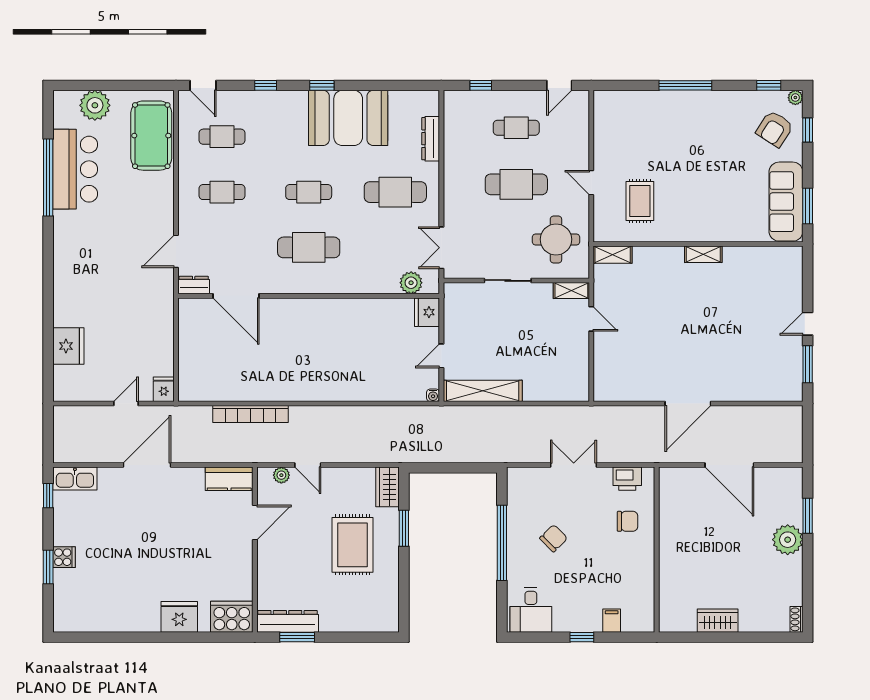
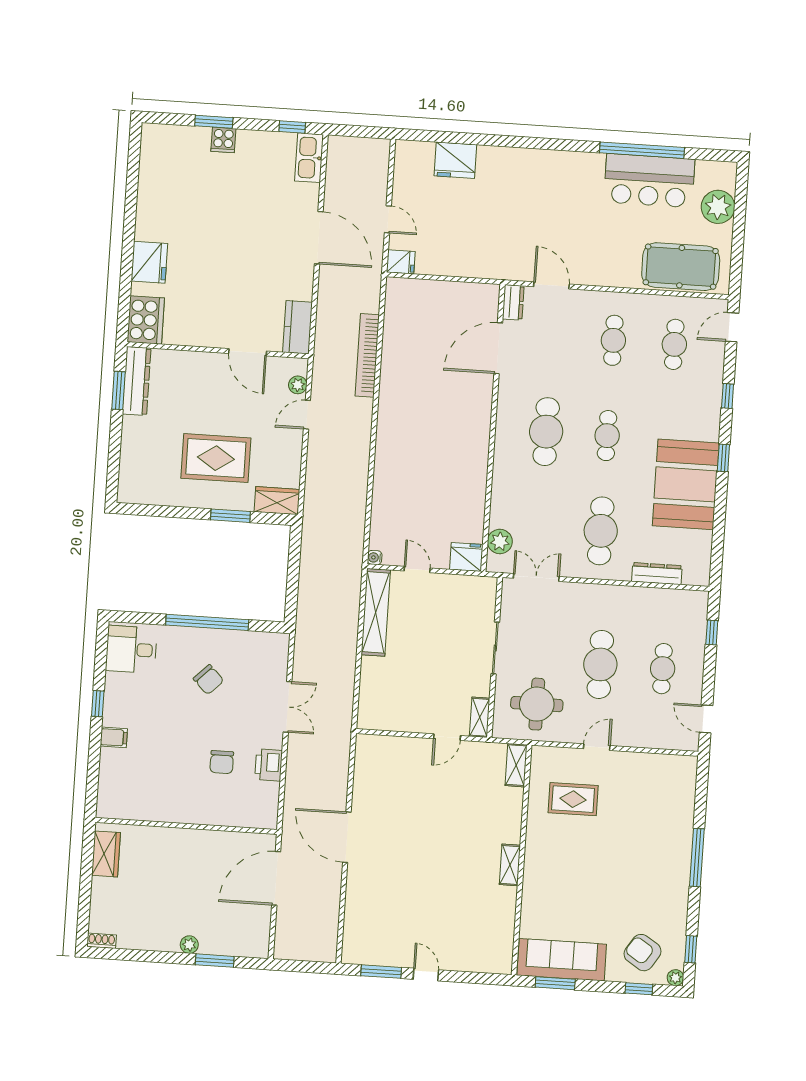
plant: (788, 540) -> (189, 945), width x0.53, depth x0.53
wall: (657, 550) -> (186, 826), moved

